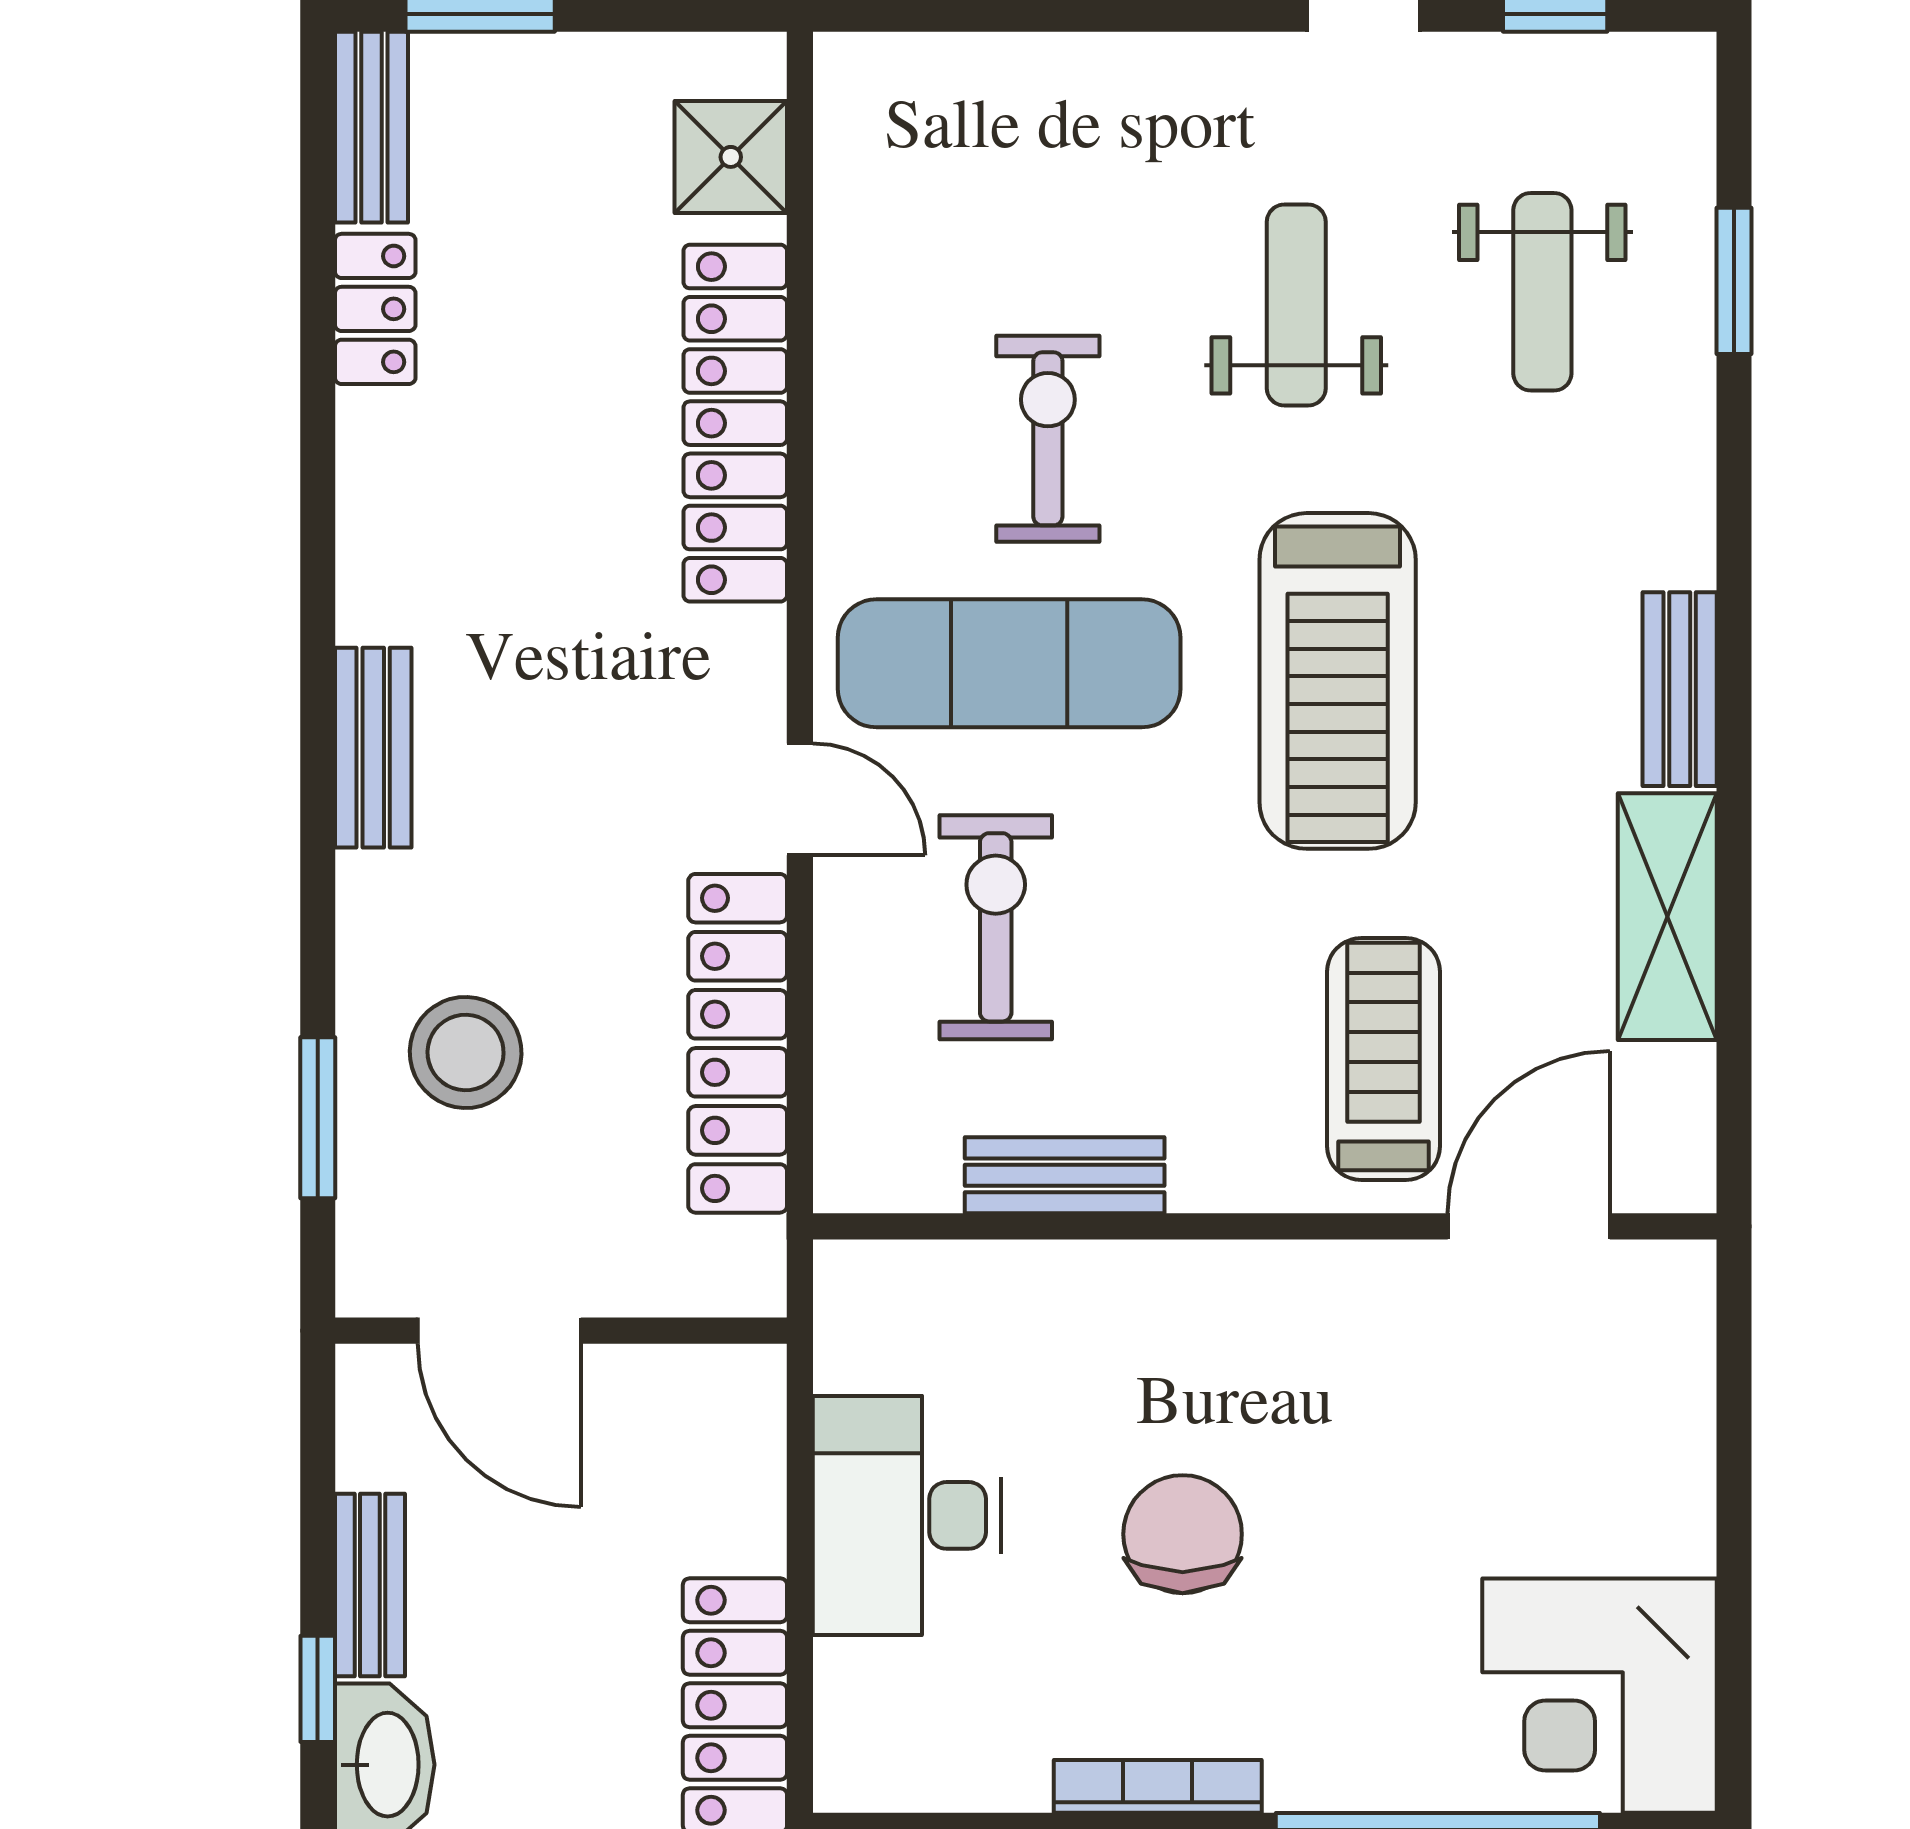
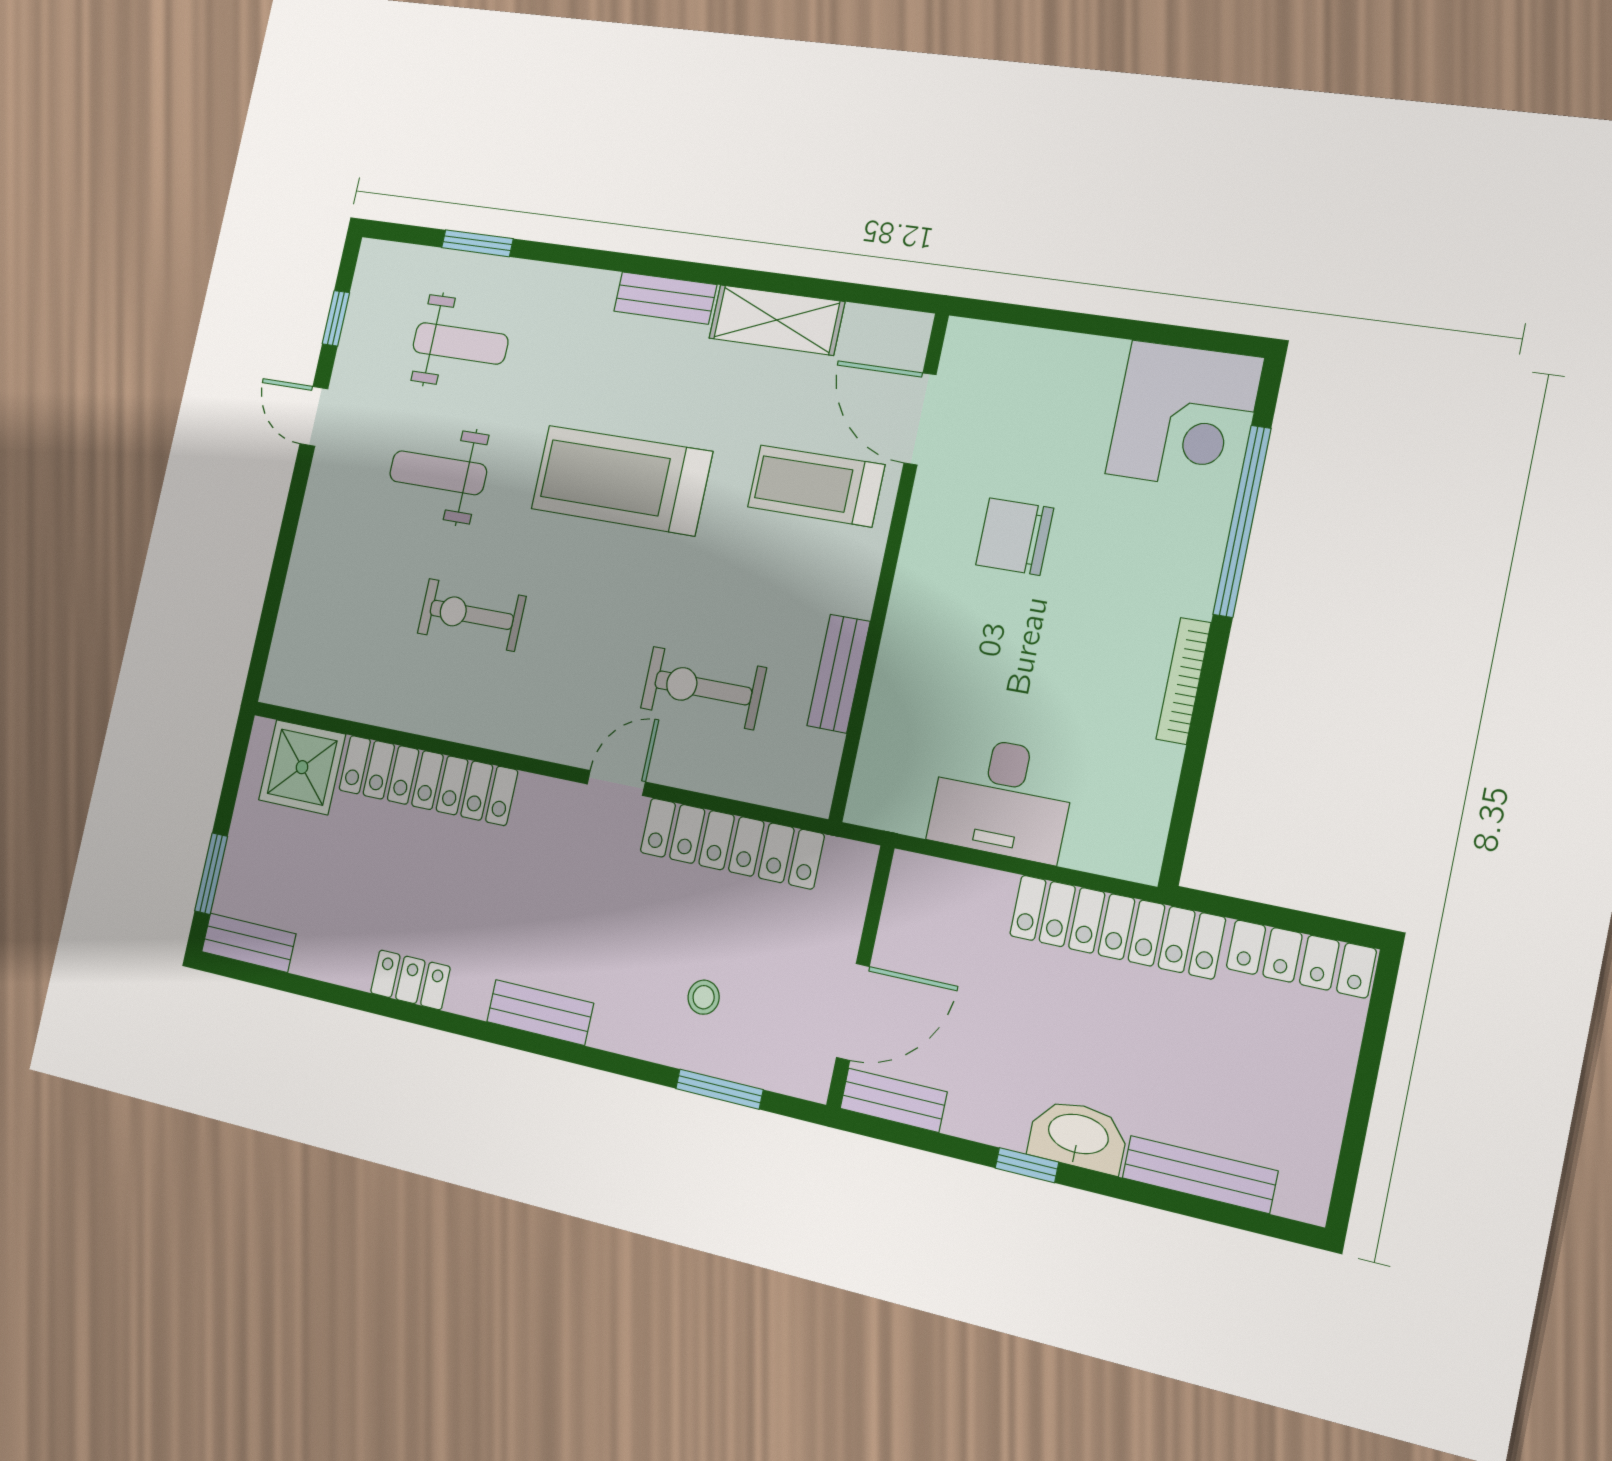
shower: (731, 157) -> (302, 767), width x1.36, depth x1.36
locker: (375, 309) -> (410, 980), moved
exercise mat: (1009, 663) -> (574, 656), removed
treadmill: (1338, 681) -> (621, 480), turned 180
stool: (466, 1052) -> (704, 997), width x0.53, depth x0.53
chair: (1183, 1534) -> (1015, 537), moved
bench: (370, 1585) -> (893, 1100), moved

